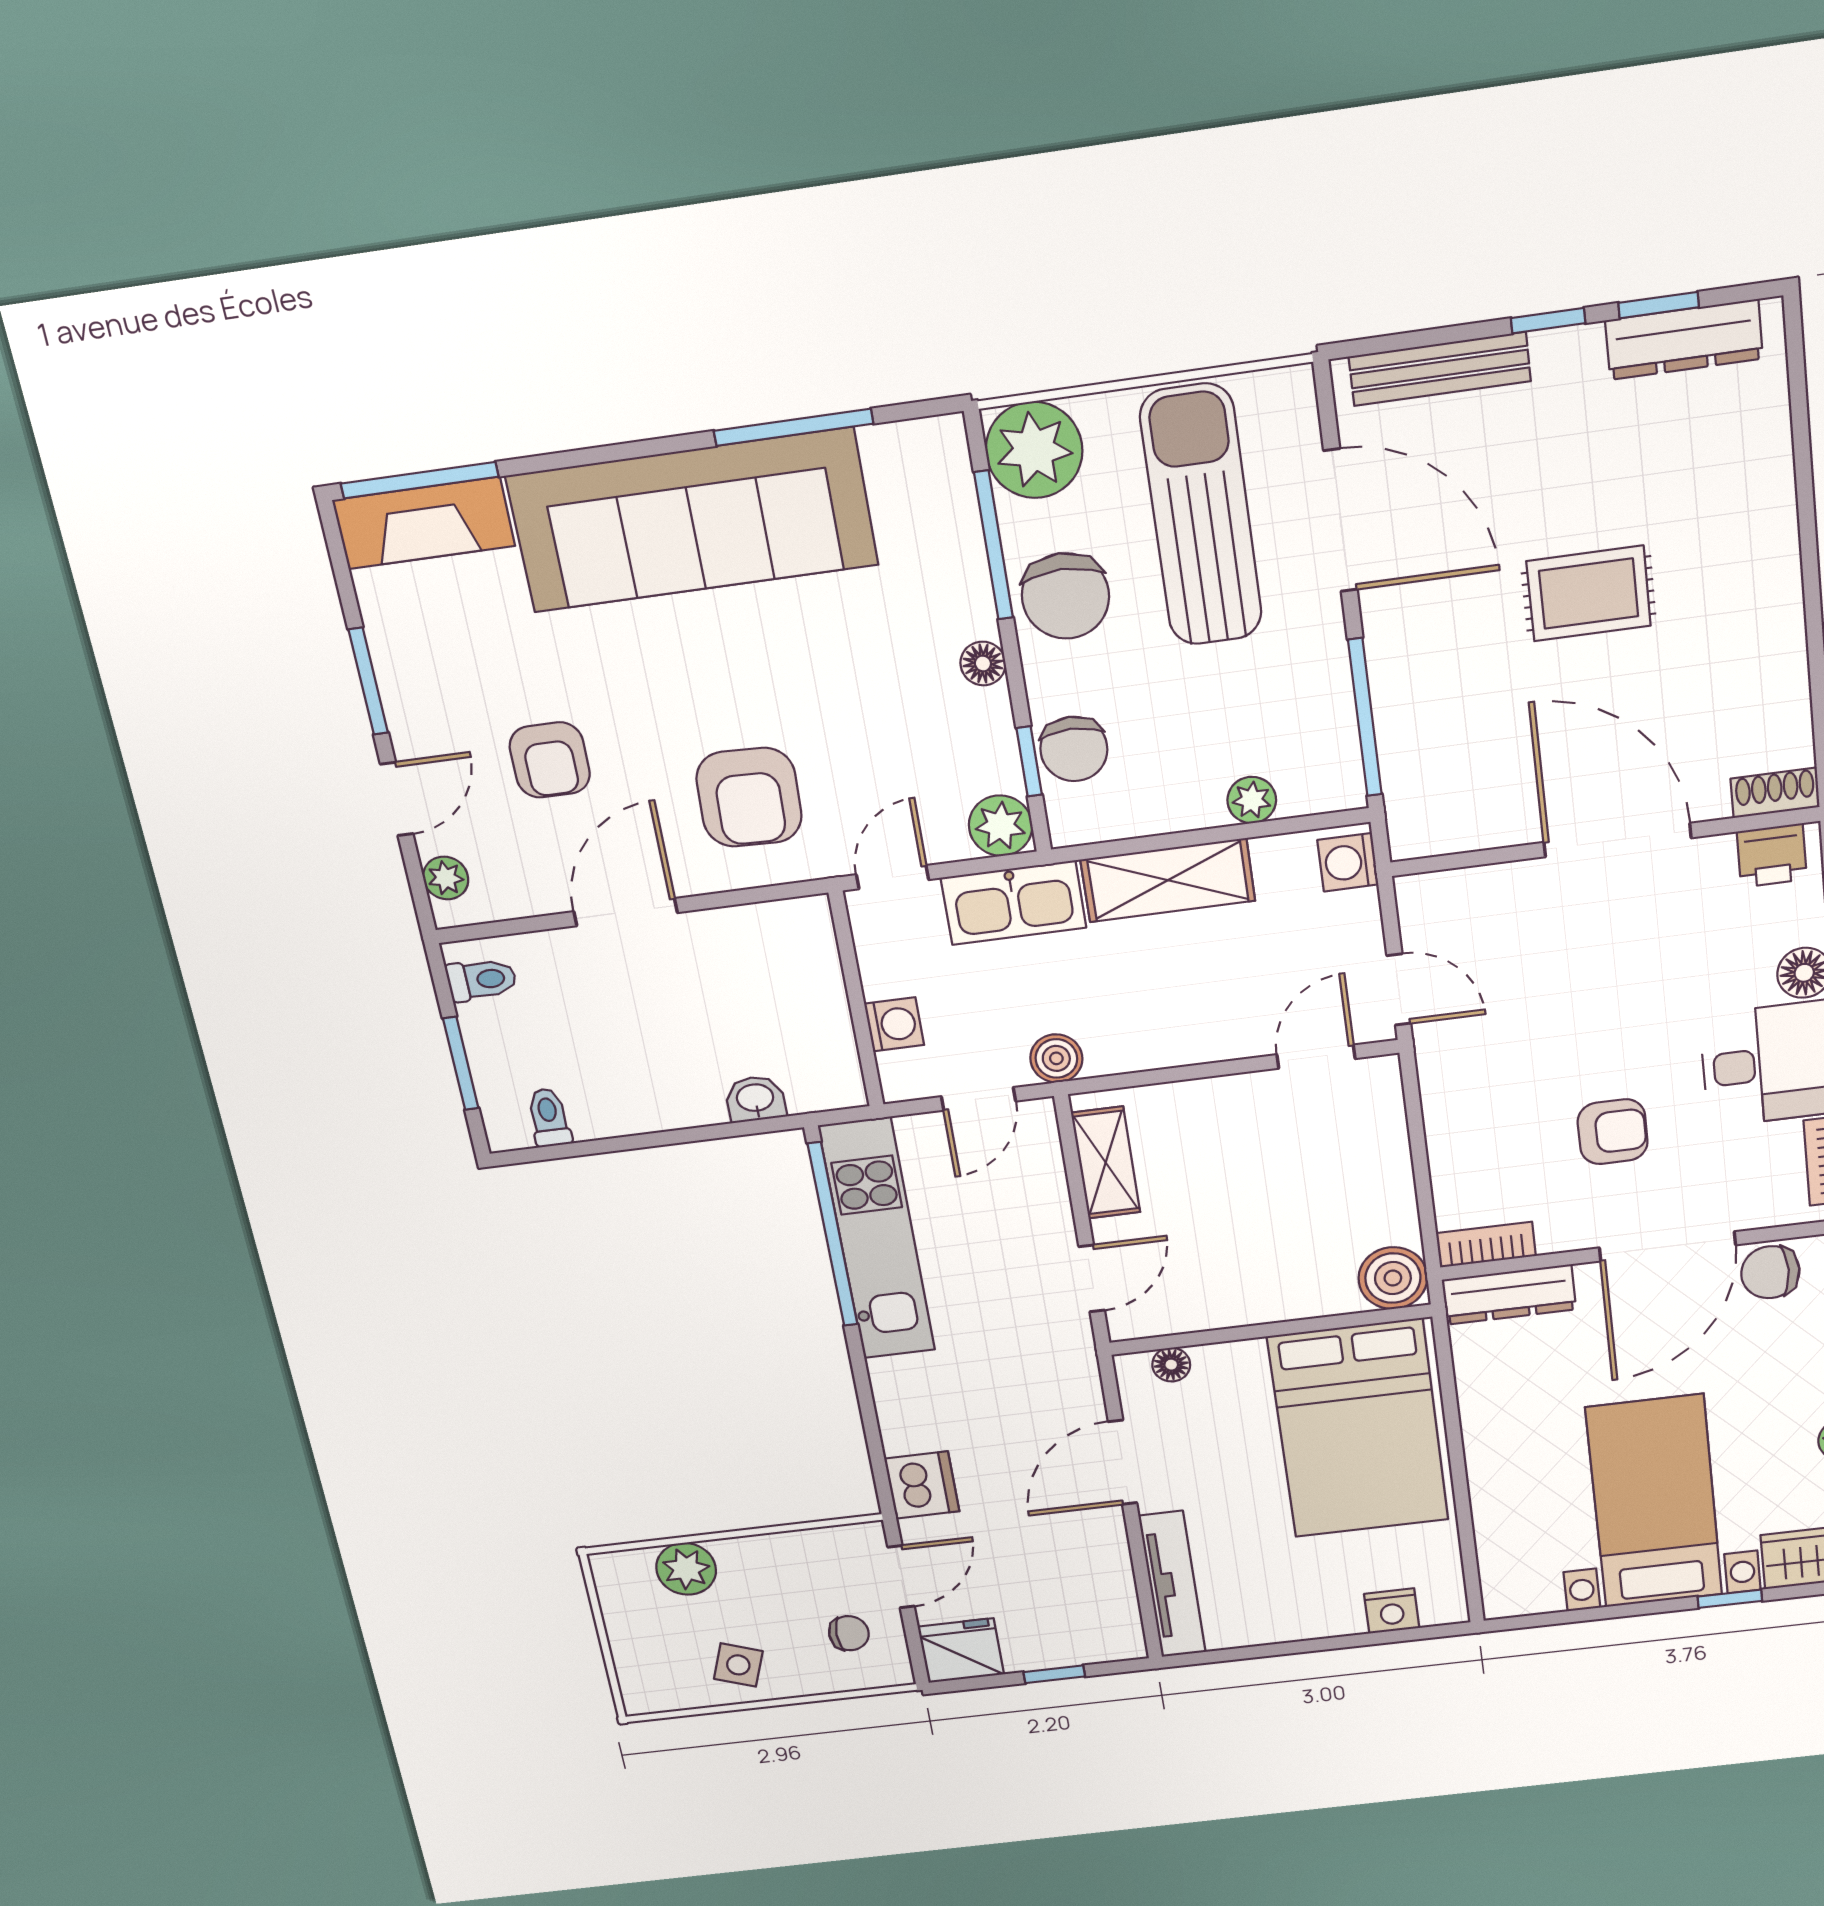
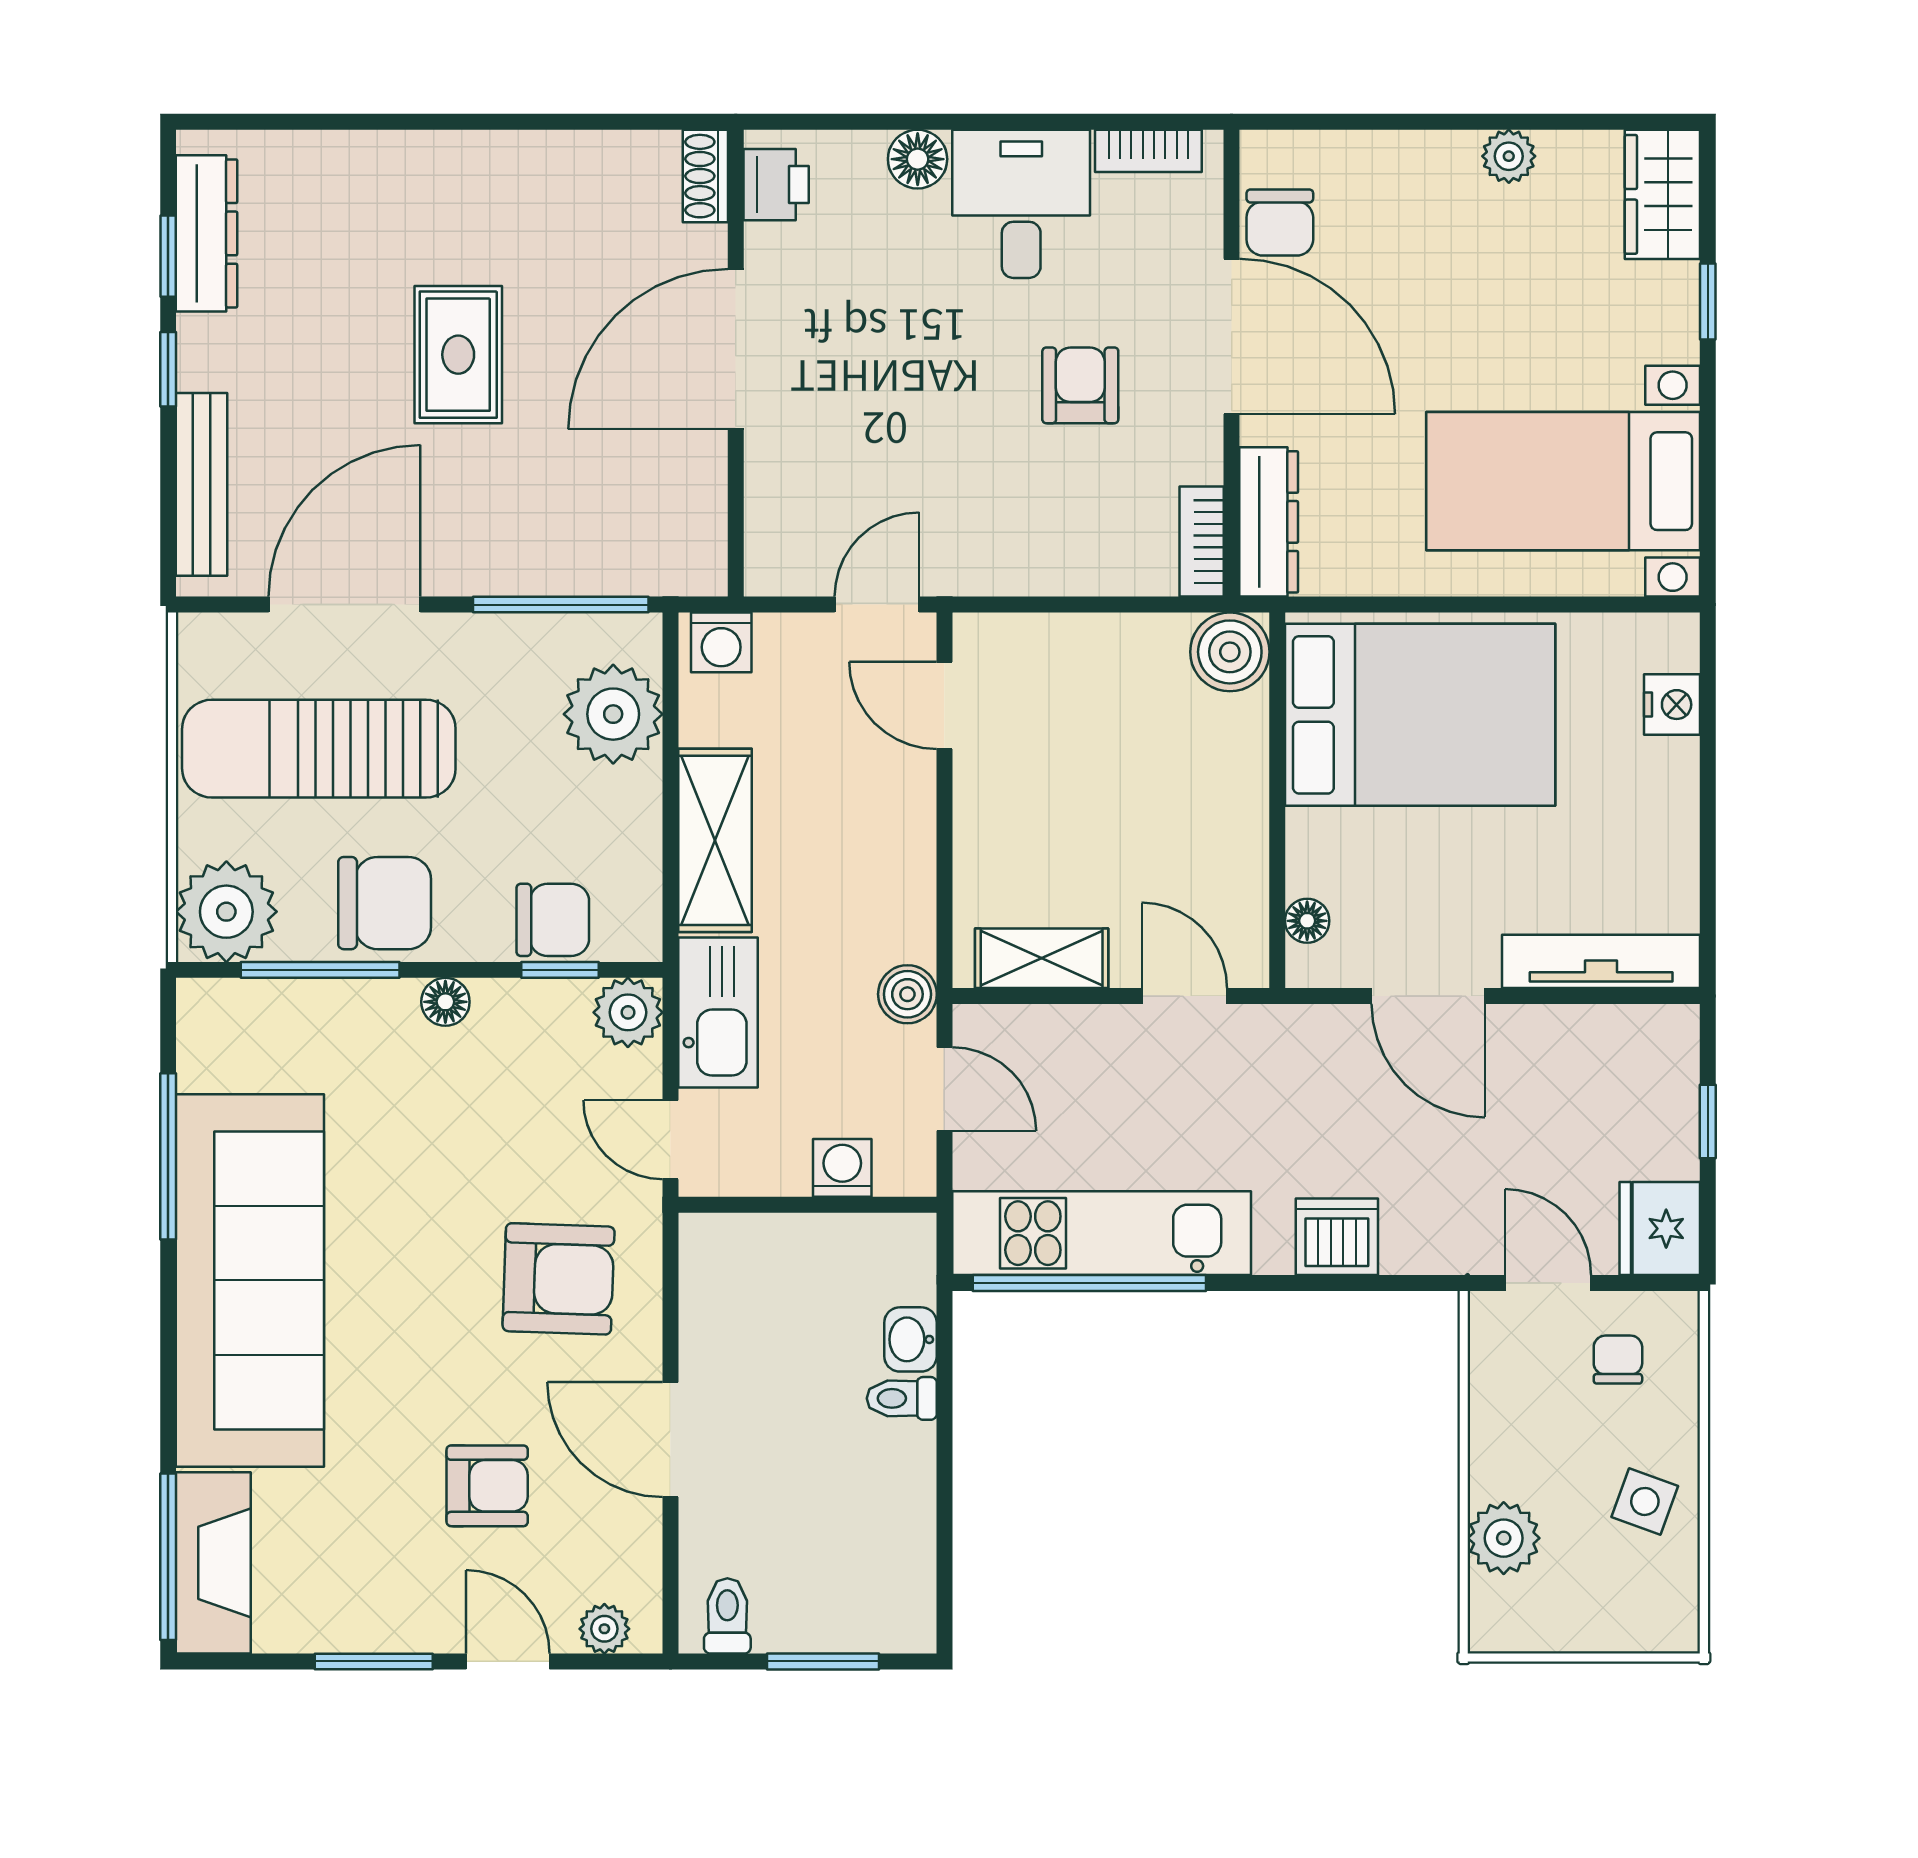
plant: (1252, 800) -> (613, 714), width x1.88, depth x1.88
toilet: (549, 1118) -> (902, 1398), moved
dishwasher: (922, 1485) -> (1337, 1237), moved
bed with nightstands: (1654, 1502) -> (1563, 481), moved

